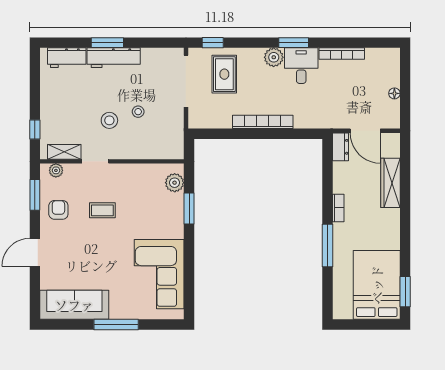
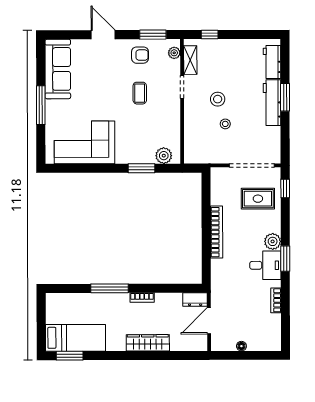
bookcase: (342, 54) -> (276, 300), width x0.64
wardrobe: (390, 183) -> (148, 343), moved
bed: (377, 285) -> (75, 338), width x0.67

